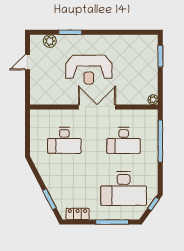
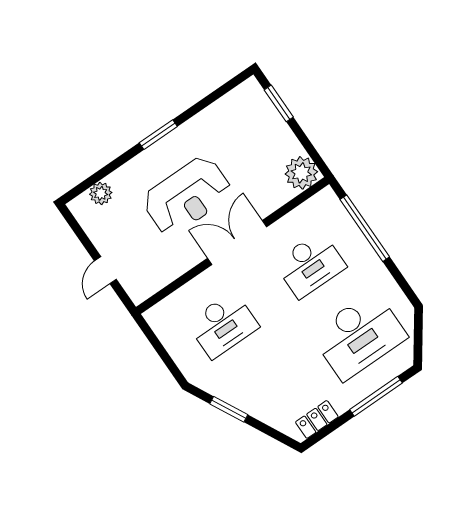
window: (70, 32) -> (158, 135), moved
door: (28, 62) -> (105, 270), moved
plant: (153, 100) -> (301, 173), width x1.87, depth x1.87
window: (49, 199) -> (229, 409), moved
window: (153, 204) -> (418, 328), removed

